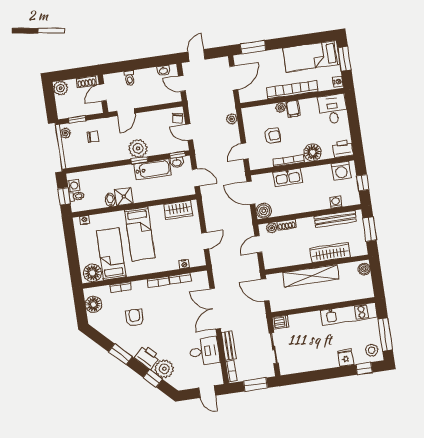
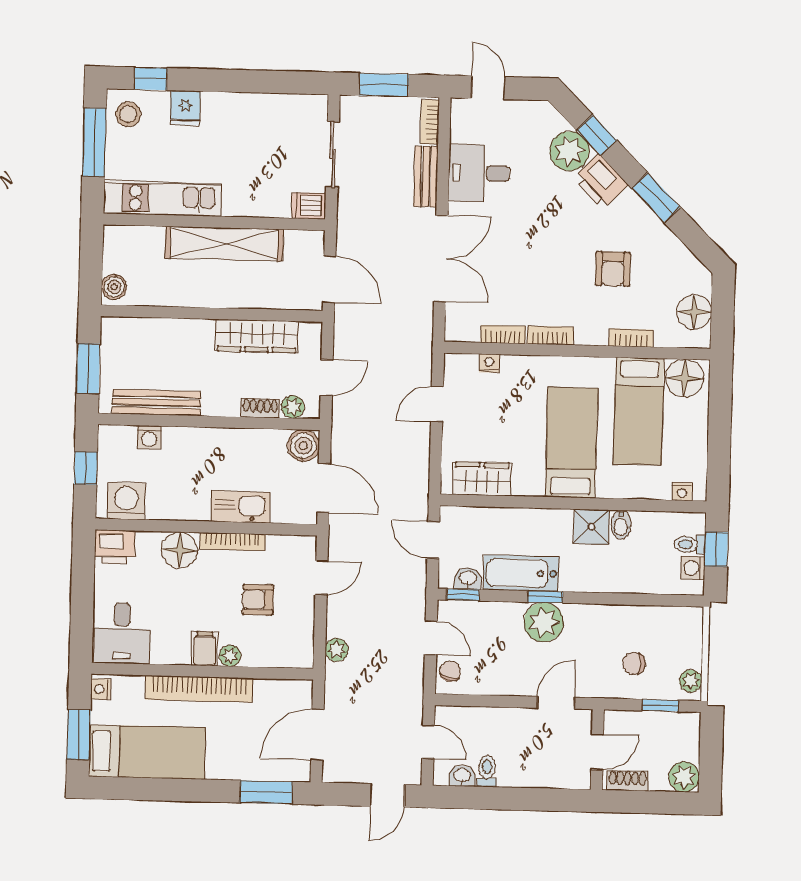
toilet: (129, 78) -> (487, 771), moved
wardrobe: (330, 252) -> (257, 336), moved
shelving: (311, 276) -> (224, 244), moved

